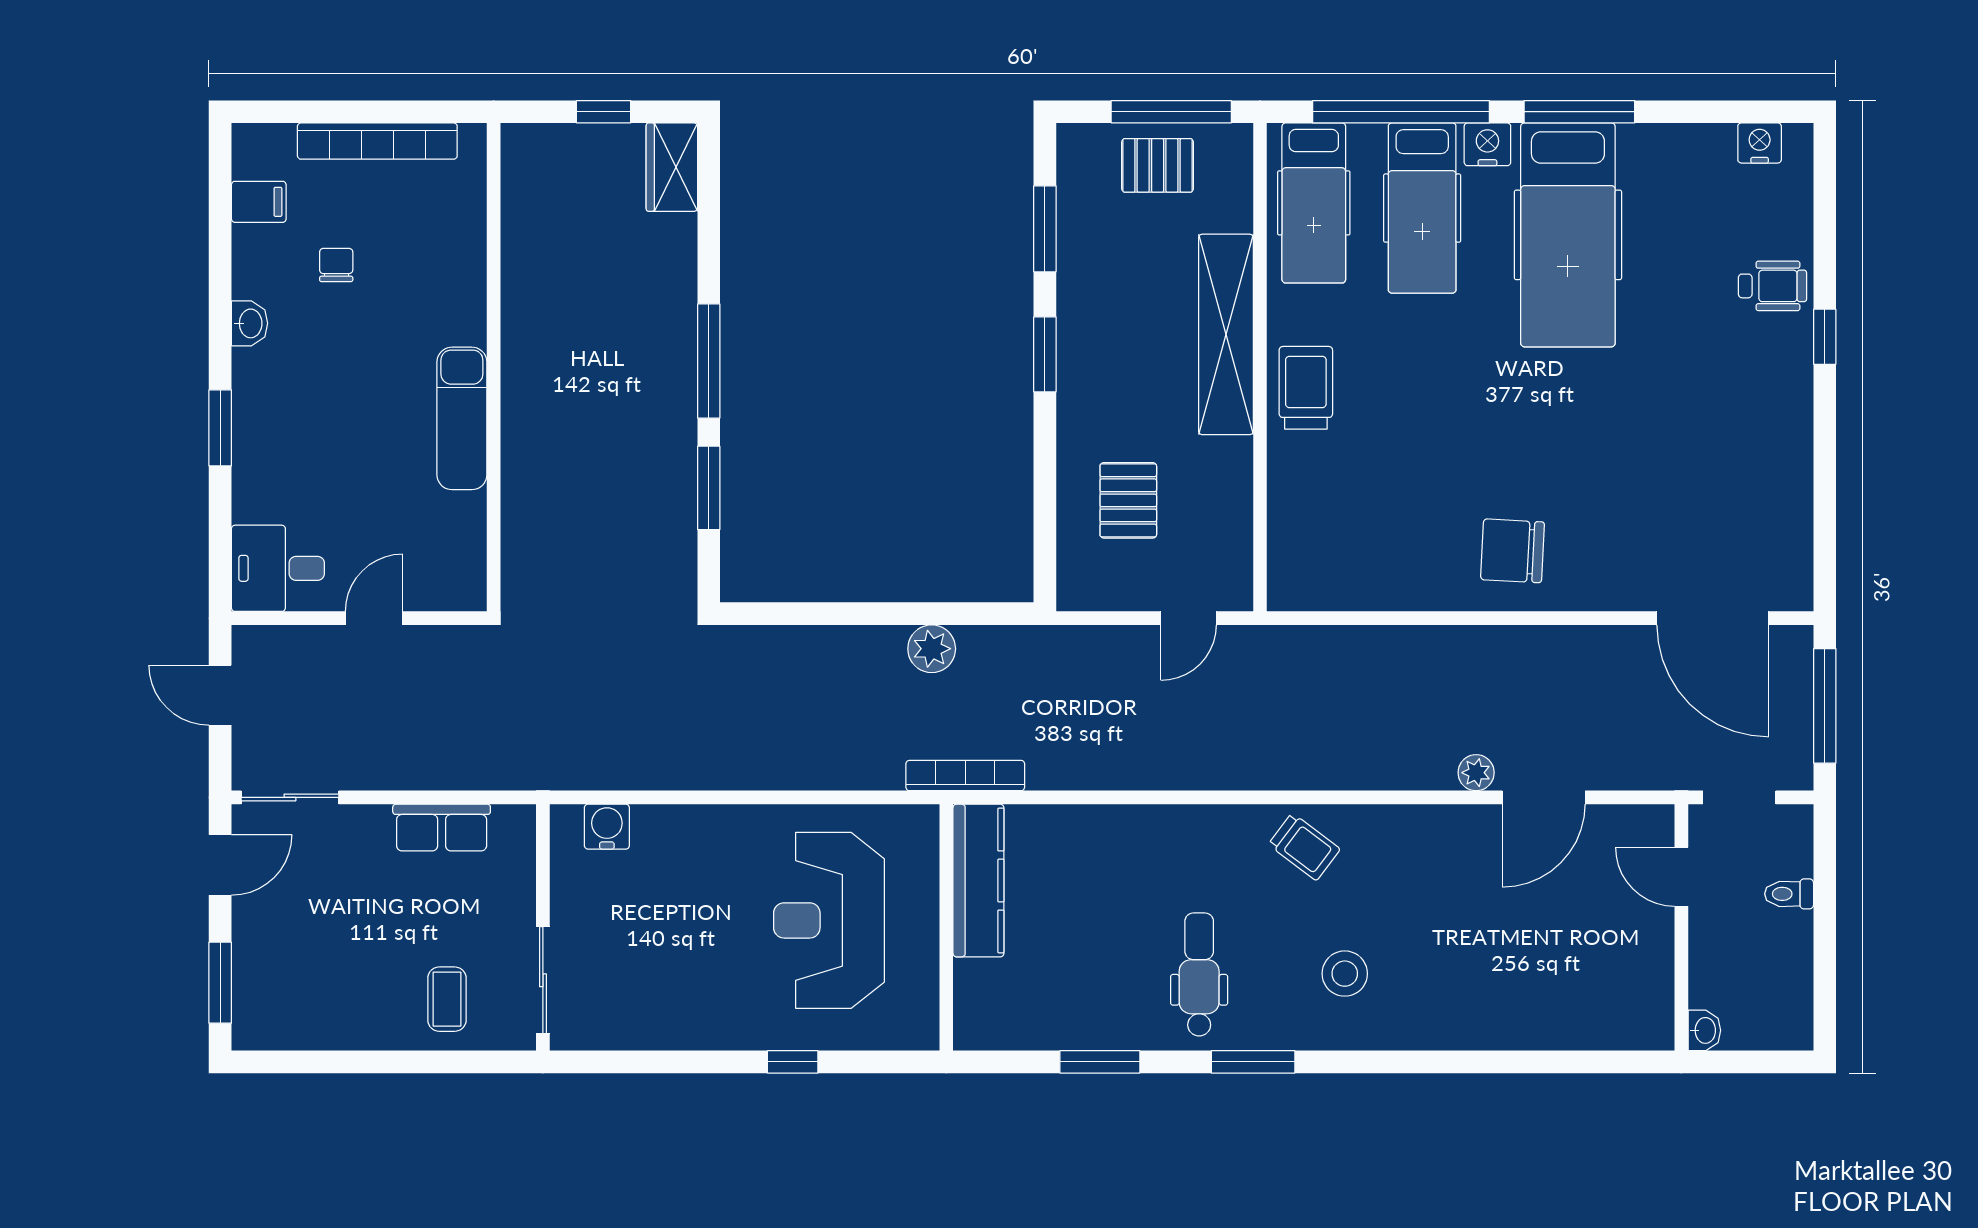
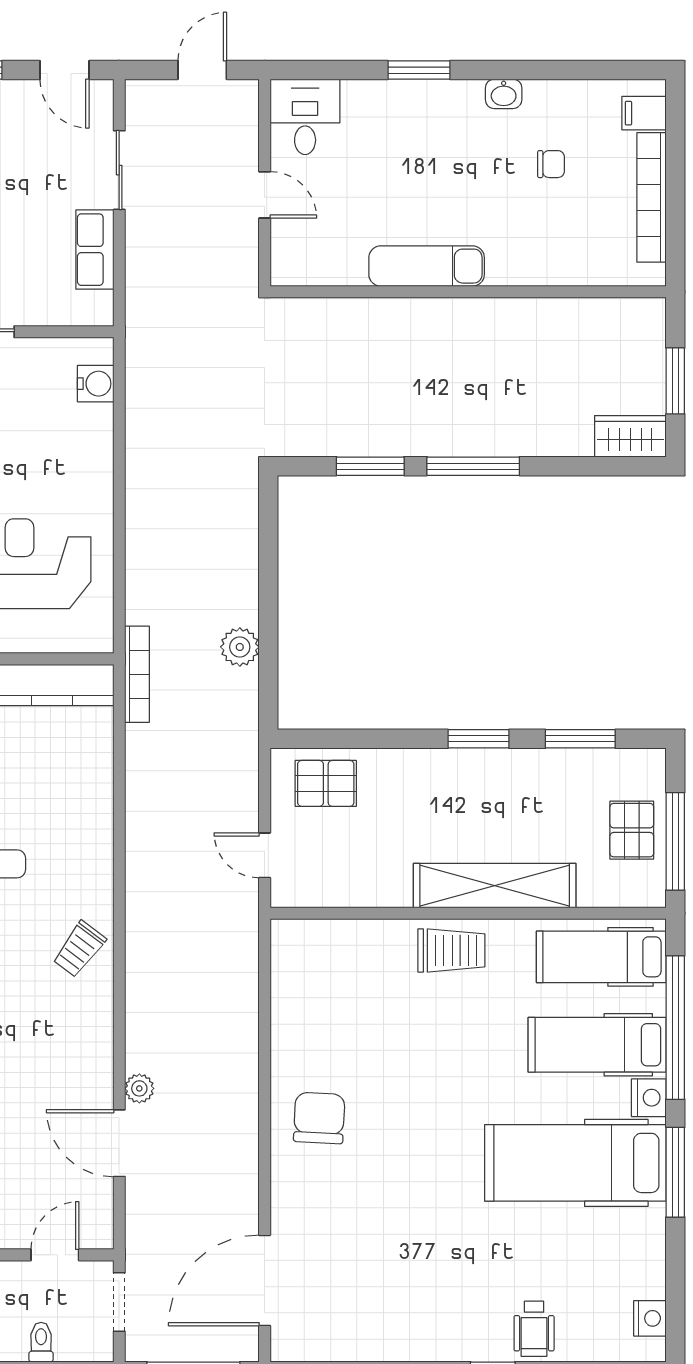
window: (604, 112) -> (675, 381), width x1.50
filing cabinet: (259, 202) -> (644, 113), moved, turned 90
pallet: (1128, 500) -> (326, 783), moved
sliding door: (290, 797) -> (119, 170), moved

